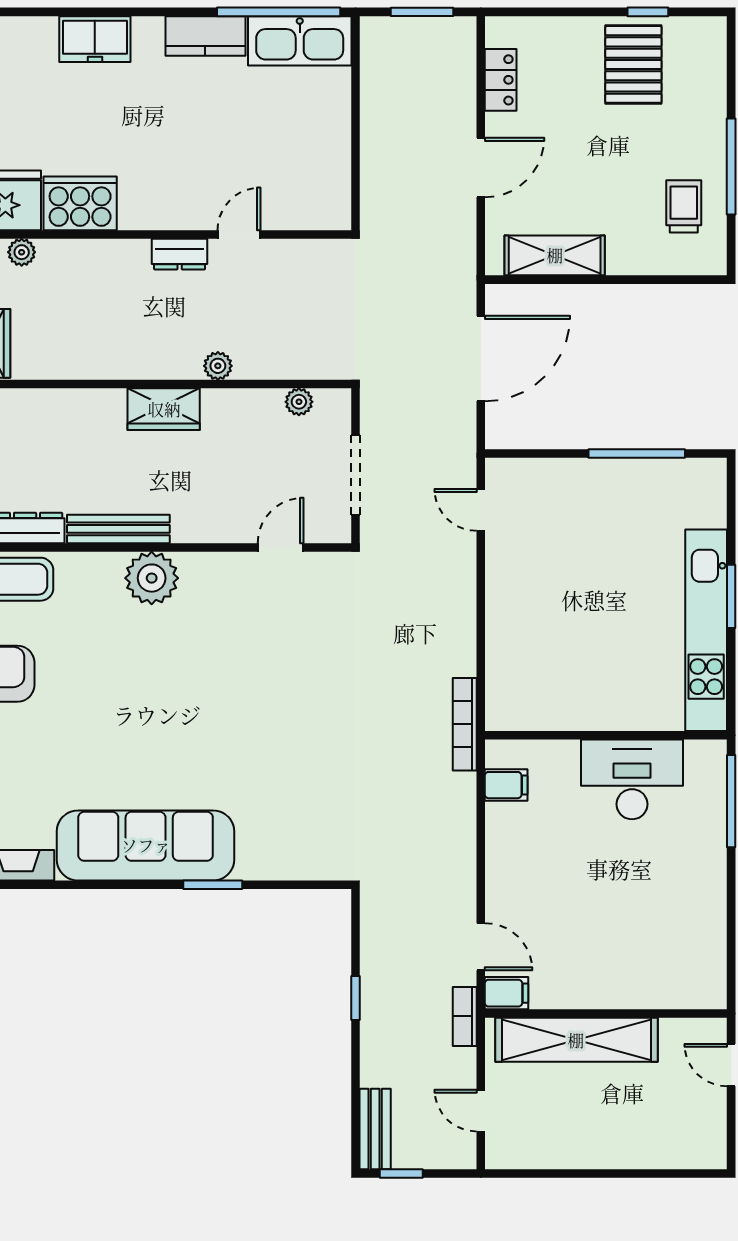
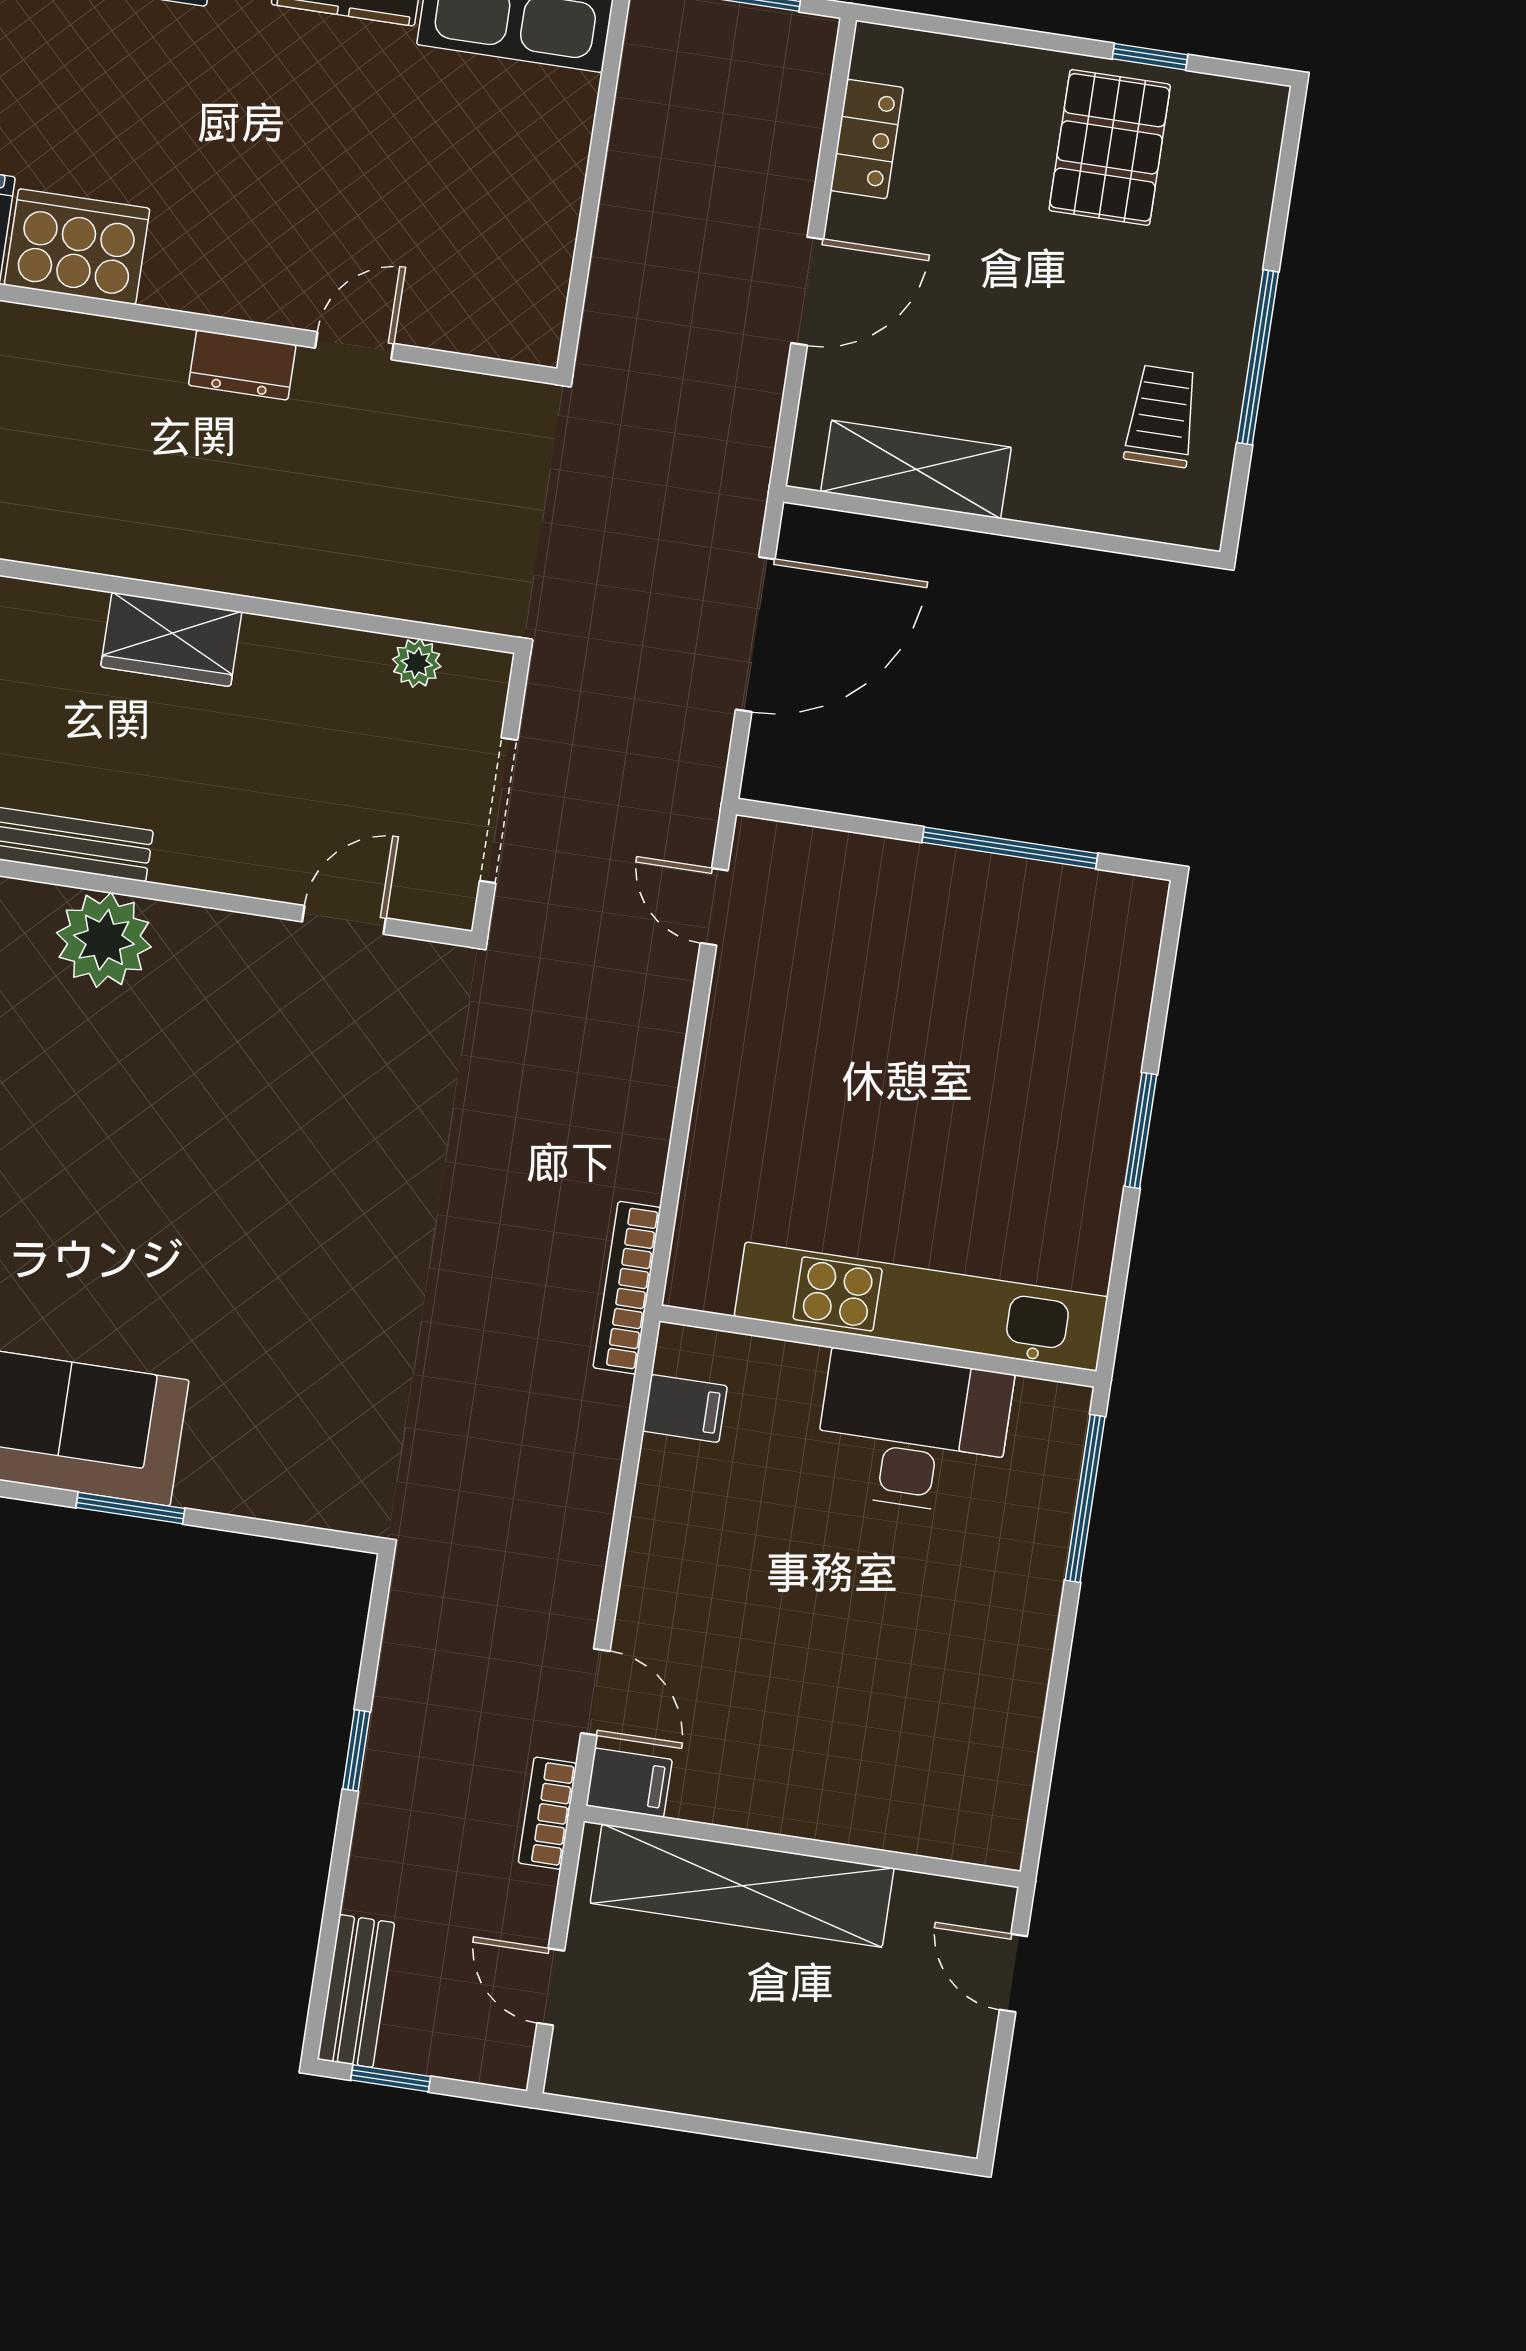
plant: (218, 366) -> (281, 576), removed
kitchen unit: (706, 630) -> (921, 1307), moved, turned 90

